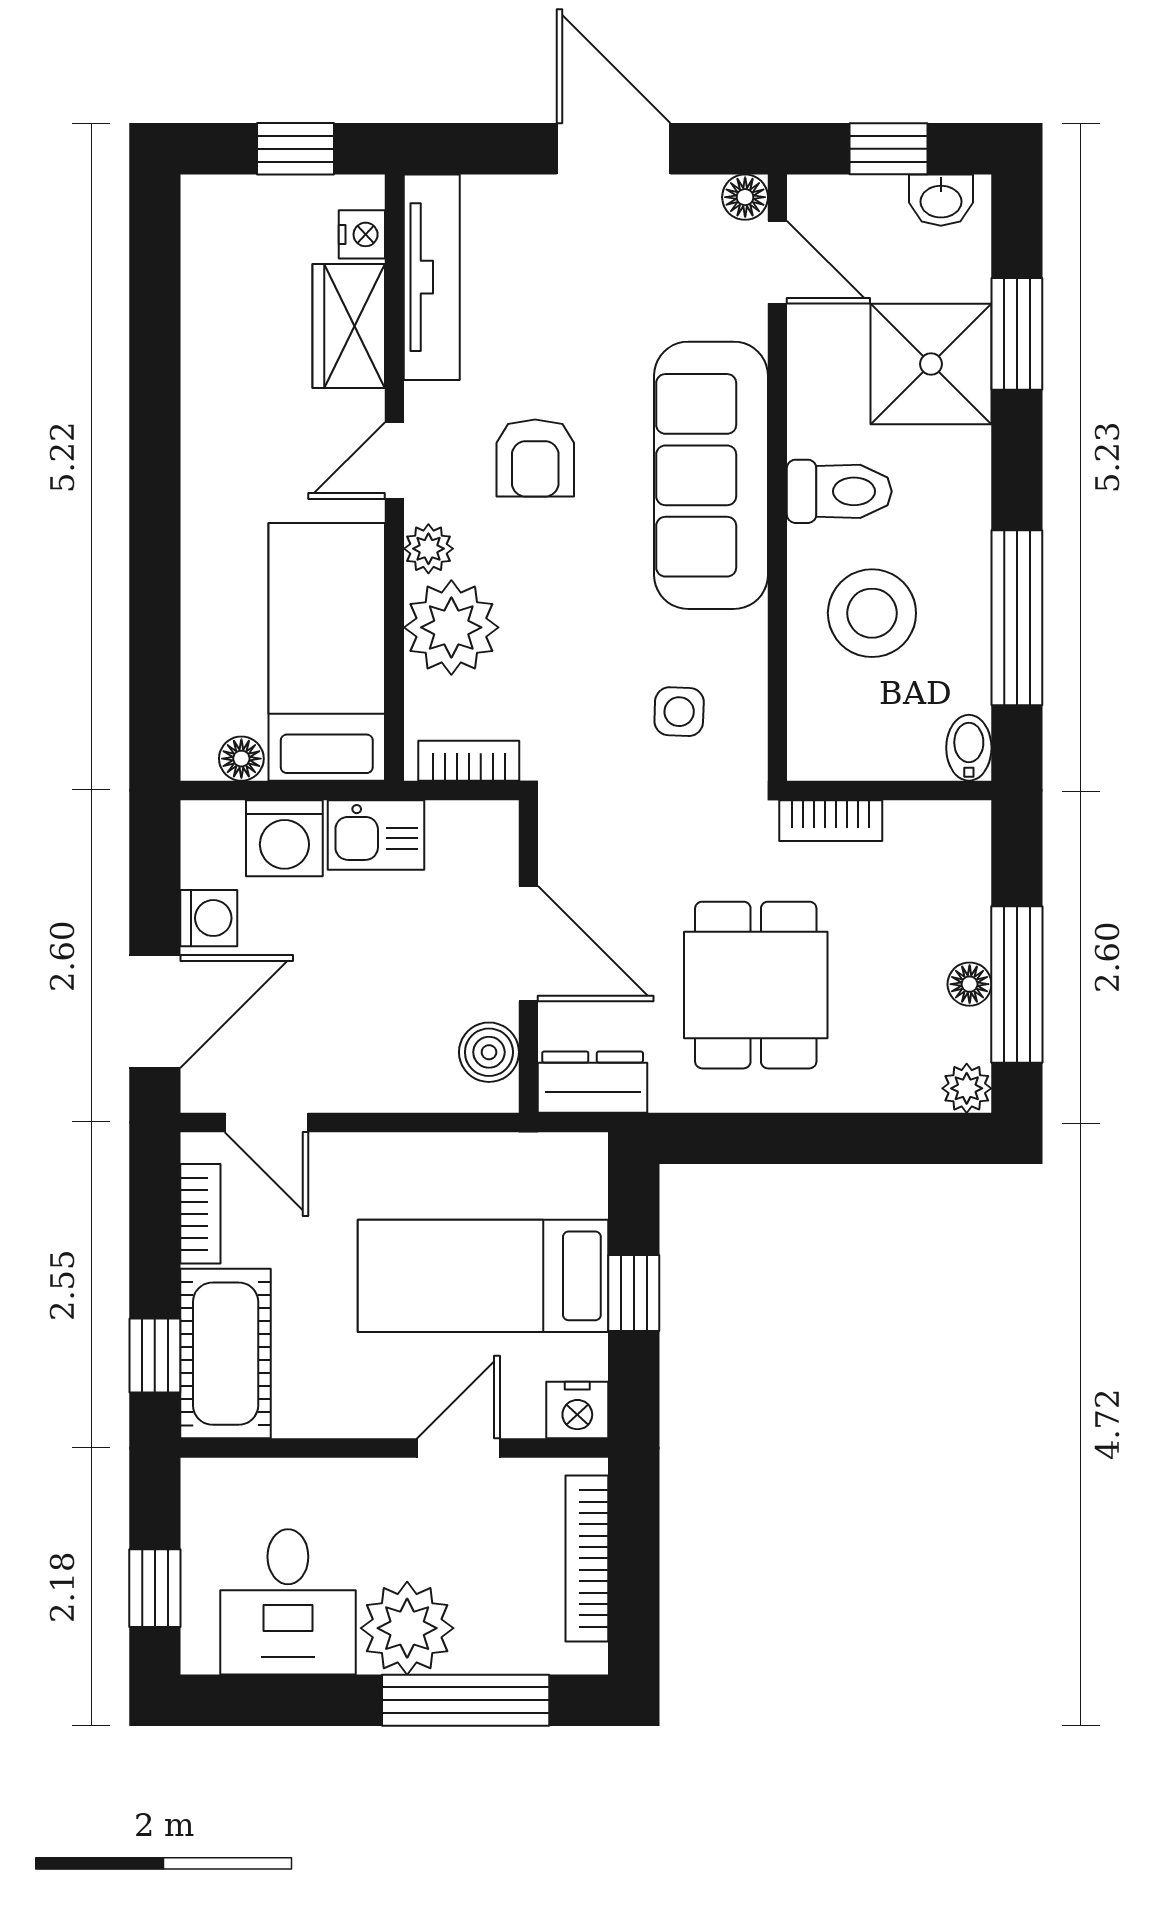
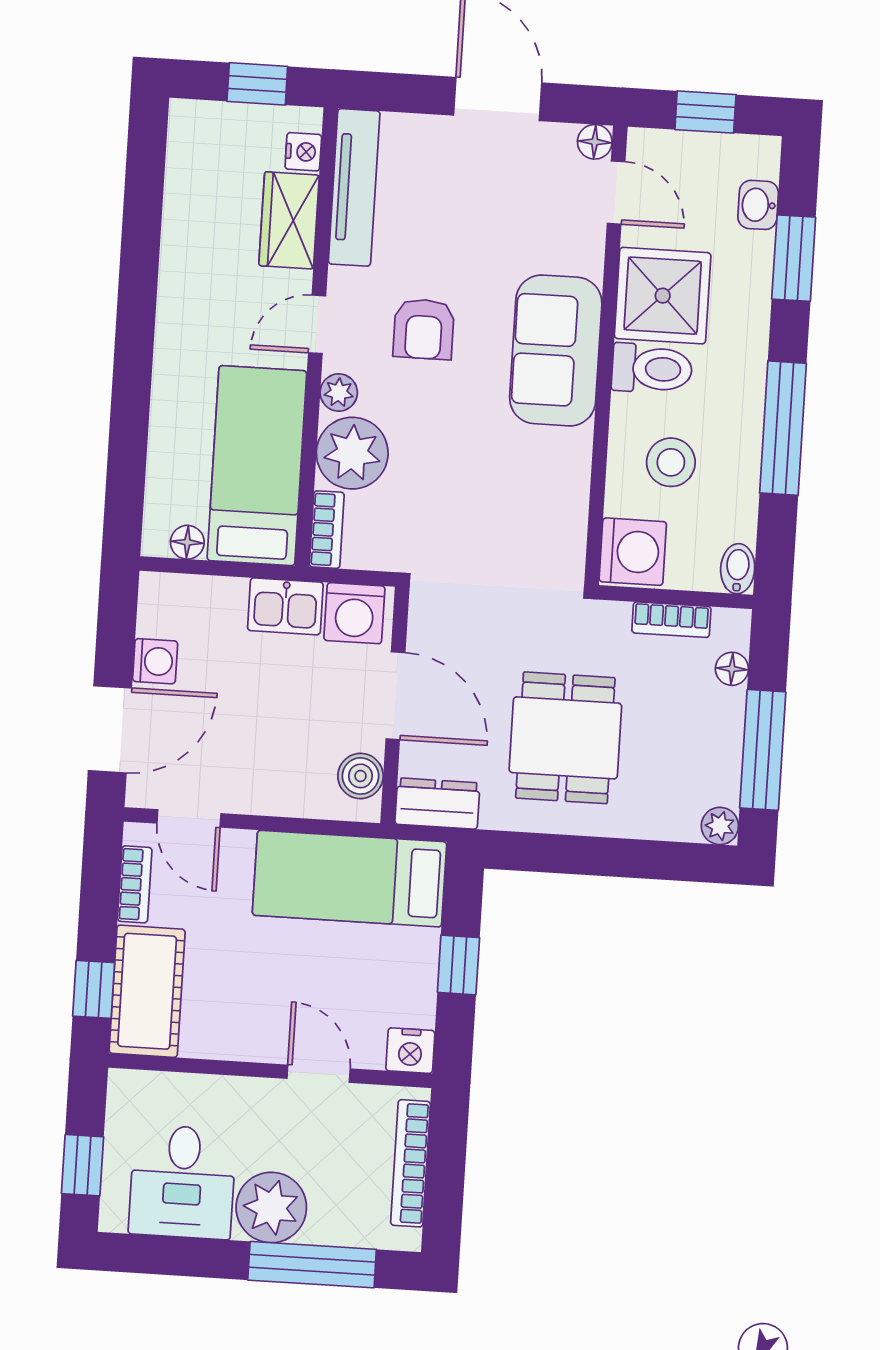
washbasin: (941, 200) -> (758, 205), moved, turned 90
shower: (931, 364) -> (663, 296), moved
sofa: (711, 475) -> (556, 350), width x0.73
stool: (872, 613) -> (671, 462), width x0.73, depth x0.73
window: (1017, 618) -> (783, 428), moved
side table: (679, 712) -> (520, 528), removed
washing machine: (829, 734) -> (633, 552), added
bookcase: (469, 761) -> (327, 530), moved, turned 90
bookcase: (831, 821) -> (671, 620), moved
washing machine: (284, 838) -> (354, 613), moved
floor lamp: (970, 984) -> (732, 669), moved
bed: (483, 1276) -> (350, 879), moved
door: (458, 1448) -> (319, 1074), hinge flipped

